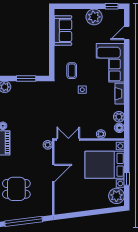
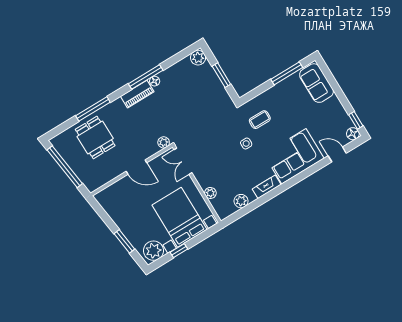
plant: (94, 17) -> (333, 108), removed
sofa: (63, 31) -> (316, 83), moved, turned 90
window: (52, 34) -> (287, 73), added
floor lamp: (119, 128) -> (353, 134), moved
double door: (68, 140) -> (183, 161), swing flipped
window: (98, 212) -> (124, 241), added

